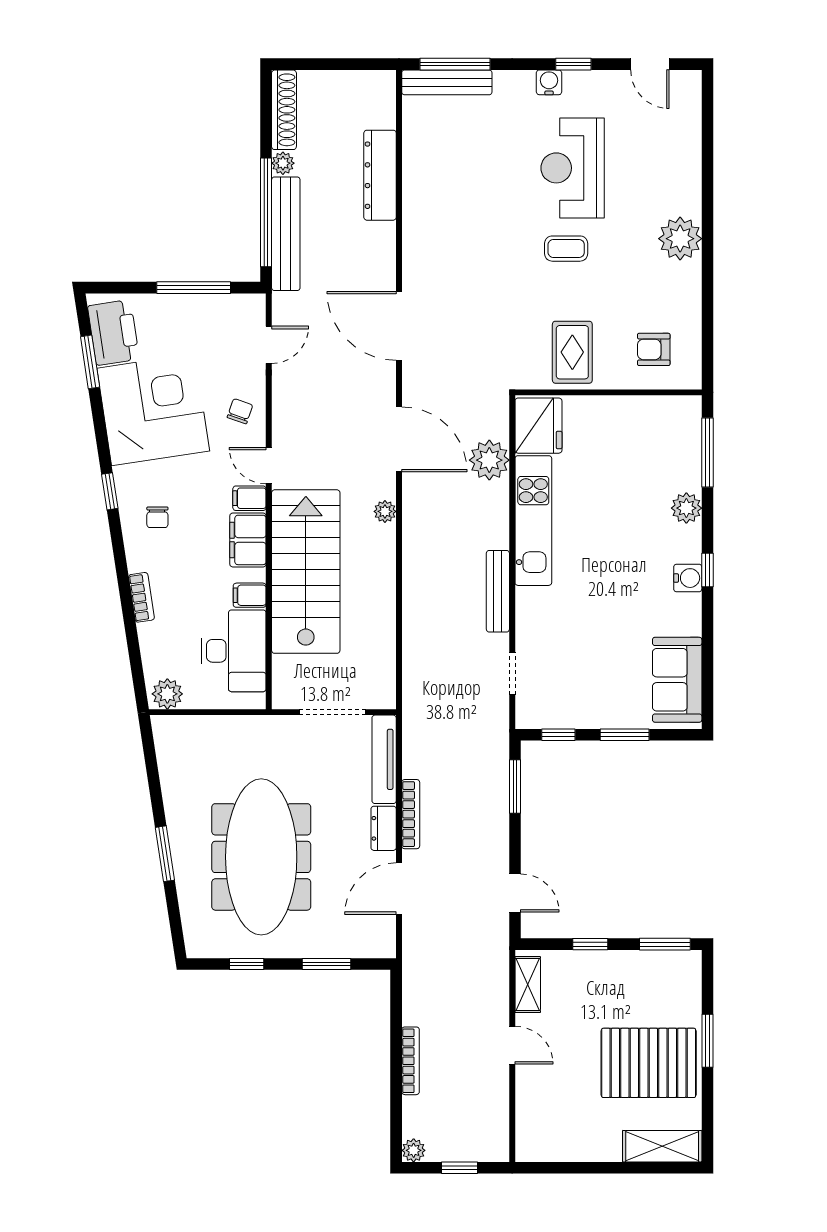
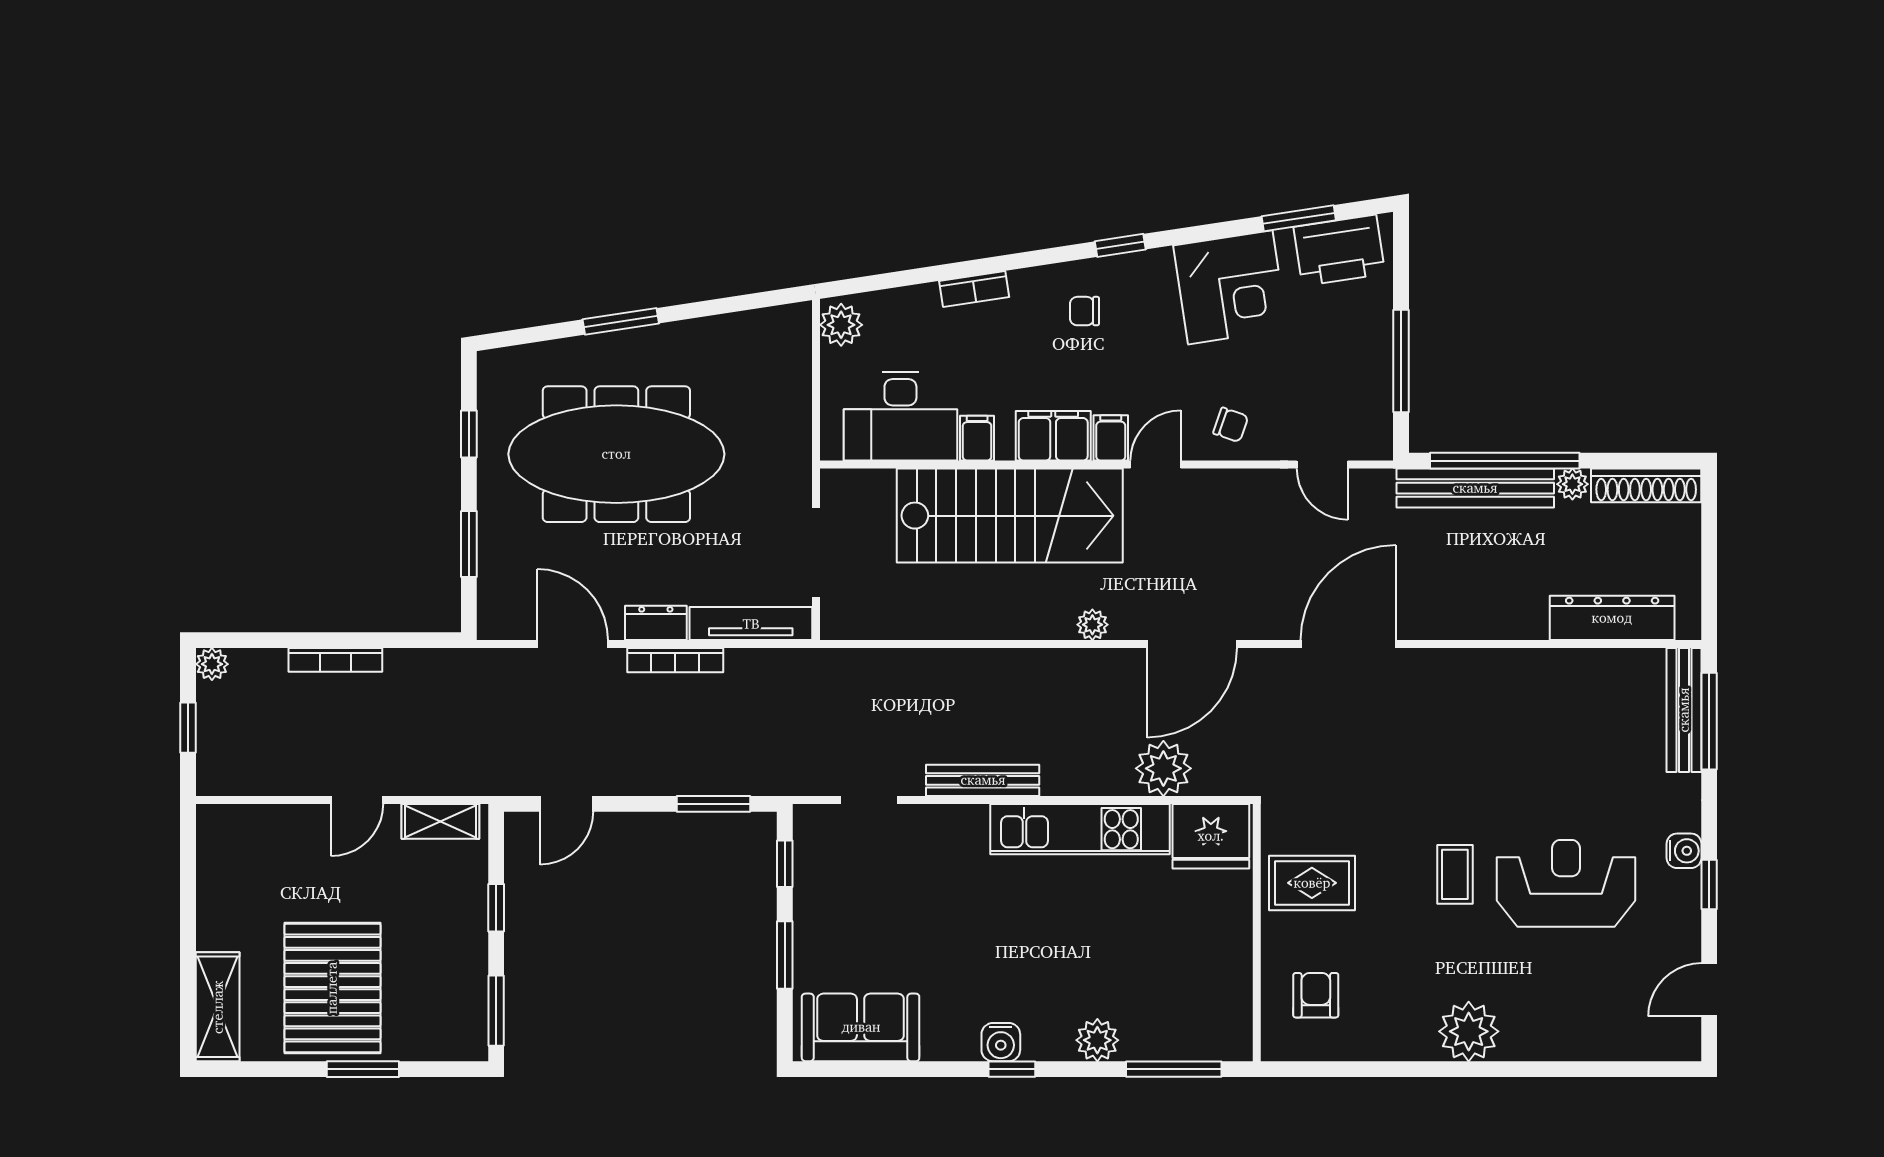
dresser: (380, 175) -> (1612, 618), moved
corner desk: (153, 410) -> (1230, 287), width x0.74, depth x0.74

